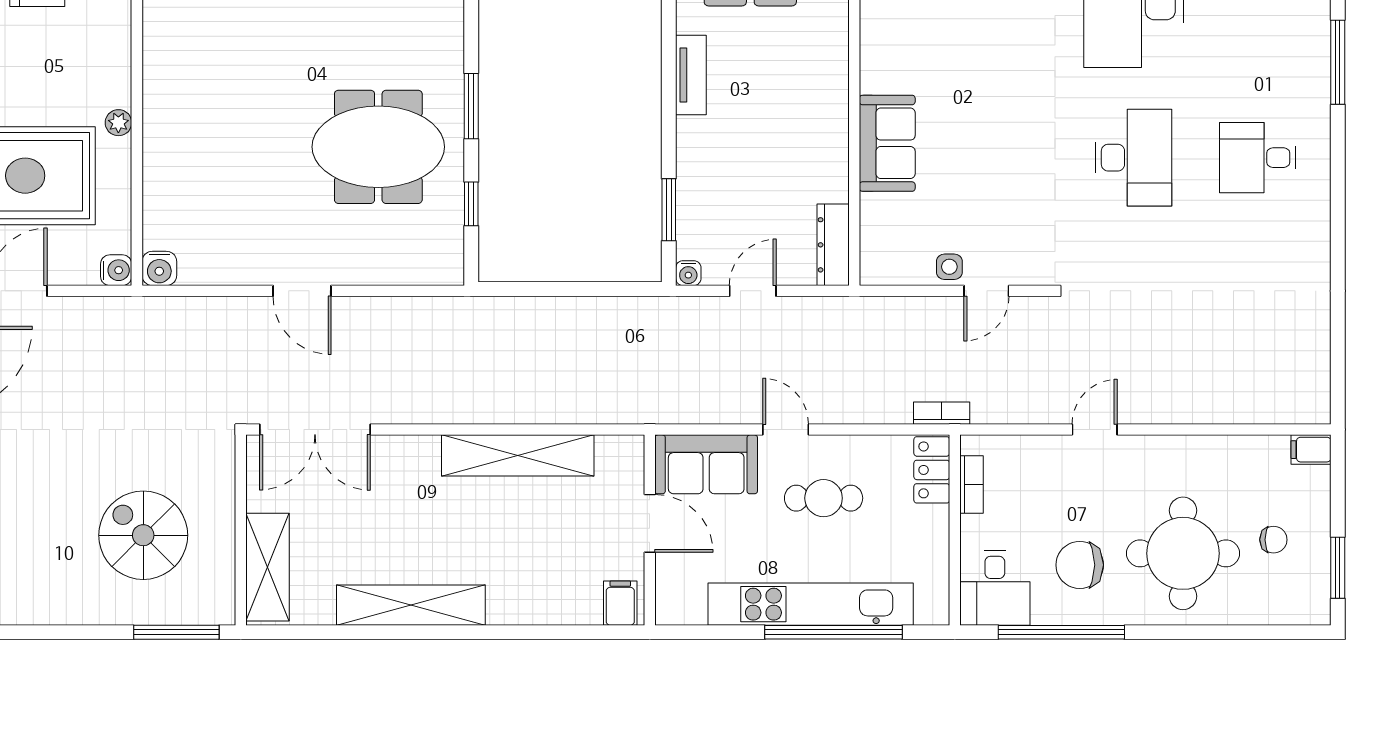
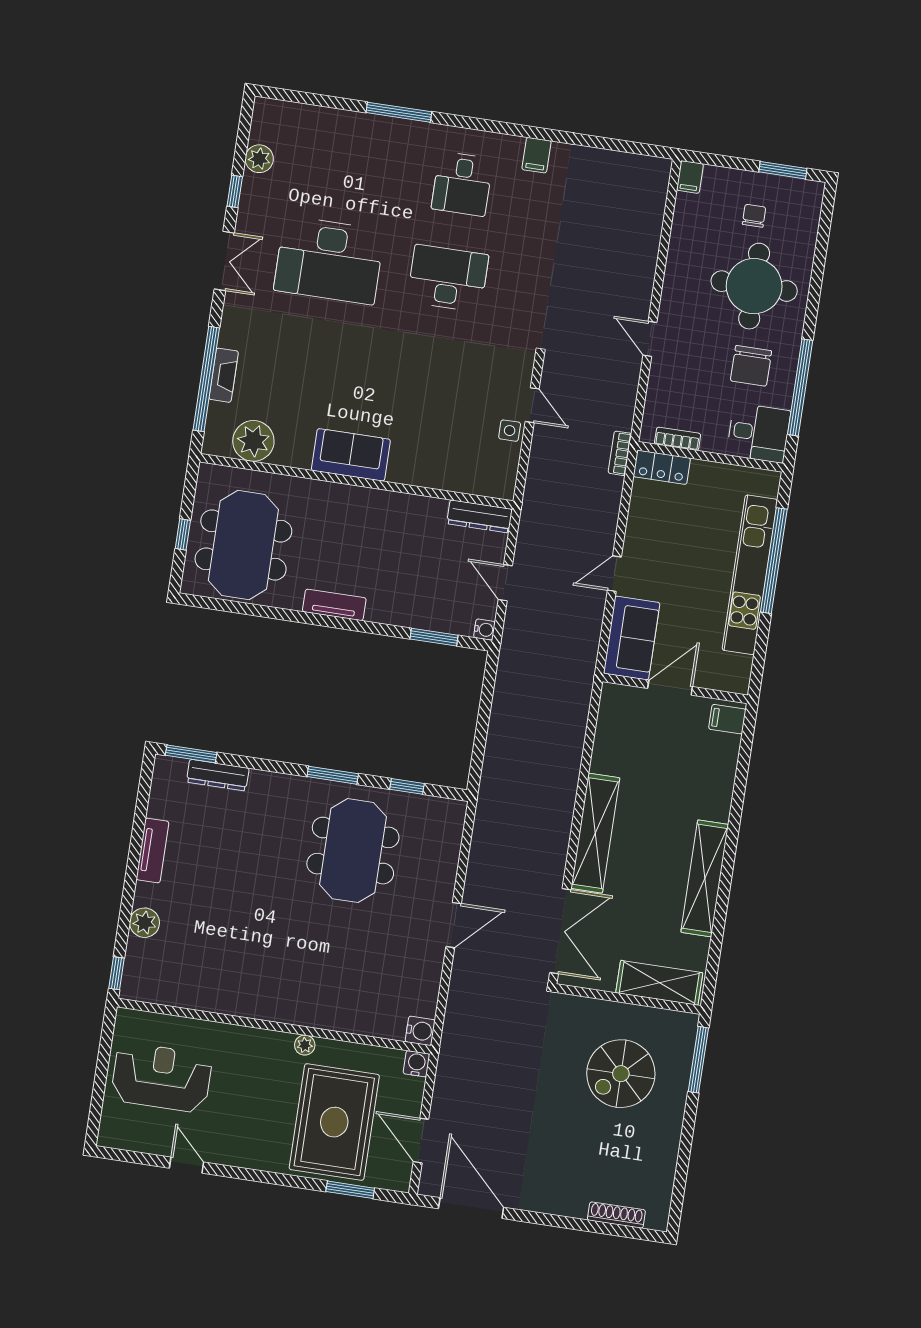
sofa: (887, 143) -> (351, 455), moved
filing cabinet: (1309, 248) -> (536, 155), added
shelving: (518, 455) -> (595, 833), moved
cafe table: (824, 498) -> (671, 553), removed

